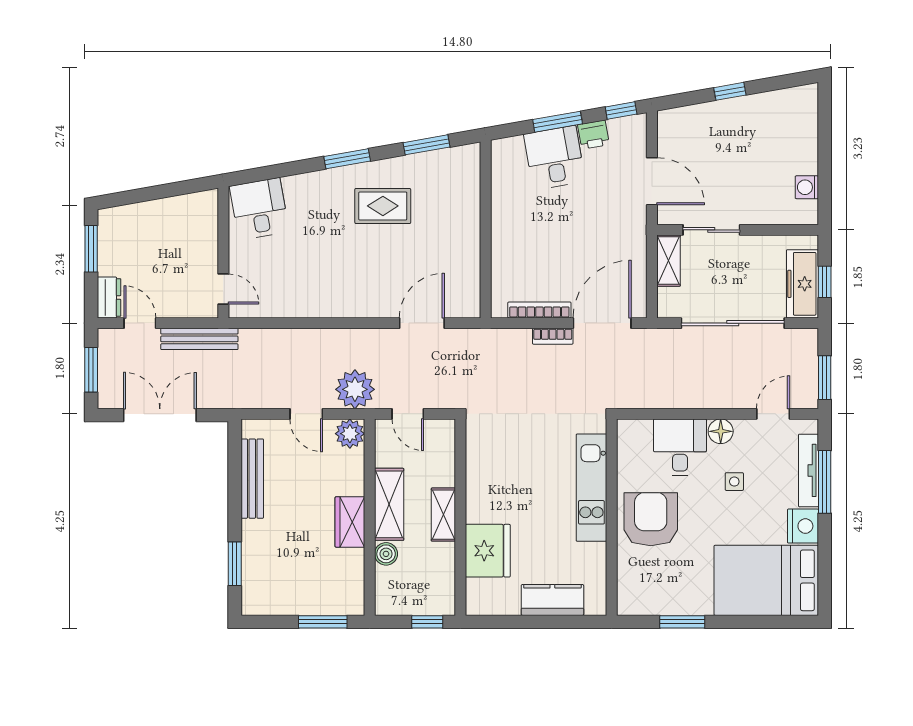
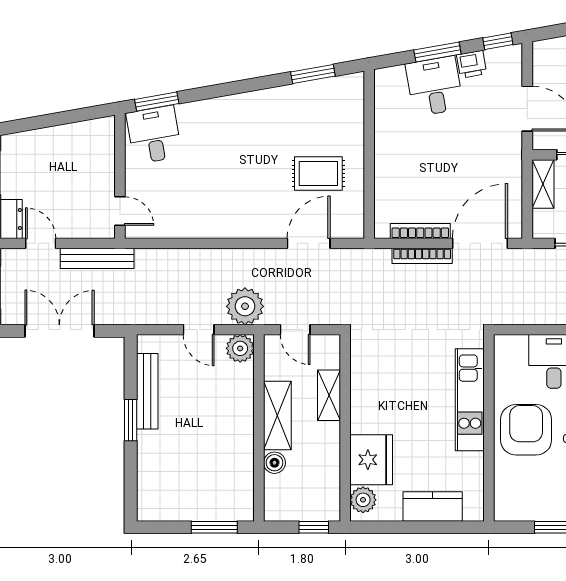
window: (347, 159) -> (157, 101), moved
rug: (383, 206) -> (318, 173), moved
bookcase: (553, 336) -> (422, 256), width x1.56
shelving: (443, 515) -> (329, 395), moved
wardrobe: (350, 522) -> (240, 432), removed
window: (235, 564) -> (131, 420), moved
plant: (479, 593) -> (363, 500), added

